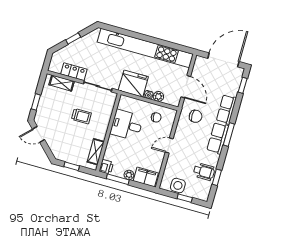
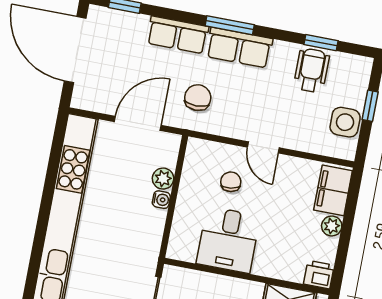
fridge: (133, 84) -> (141, 233), removed
chair: (156, 117) -> (231, 182), moved
window: (118, 179) -> (343, 249), removed

